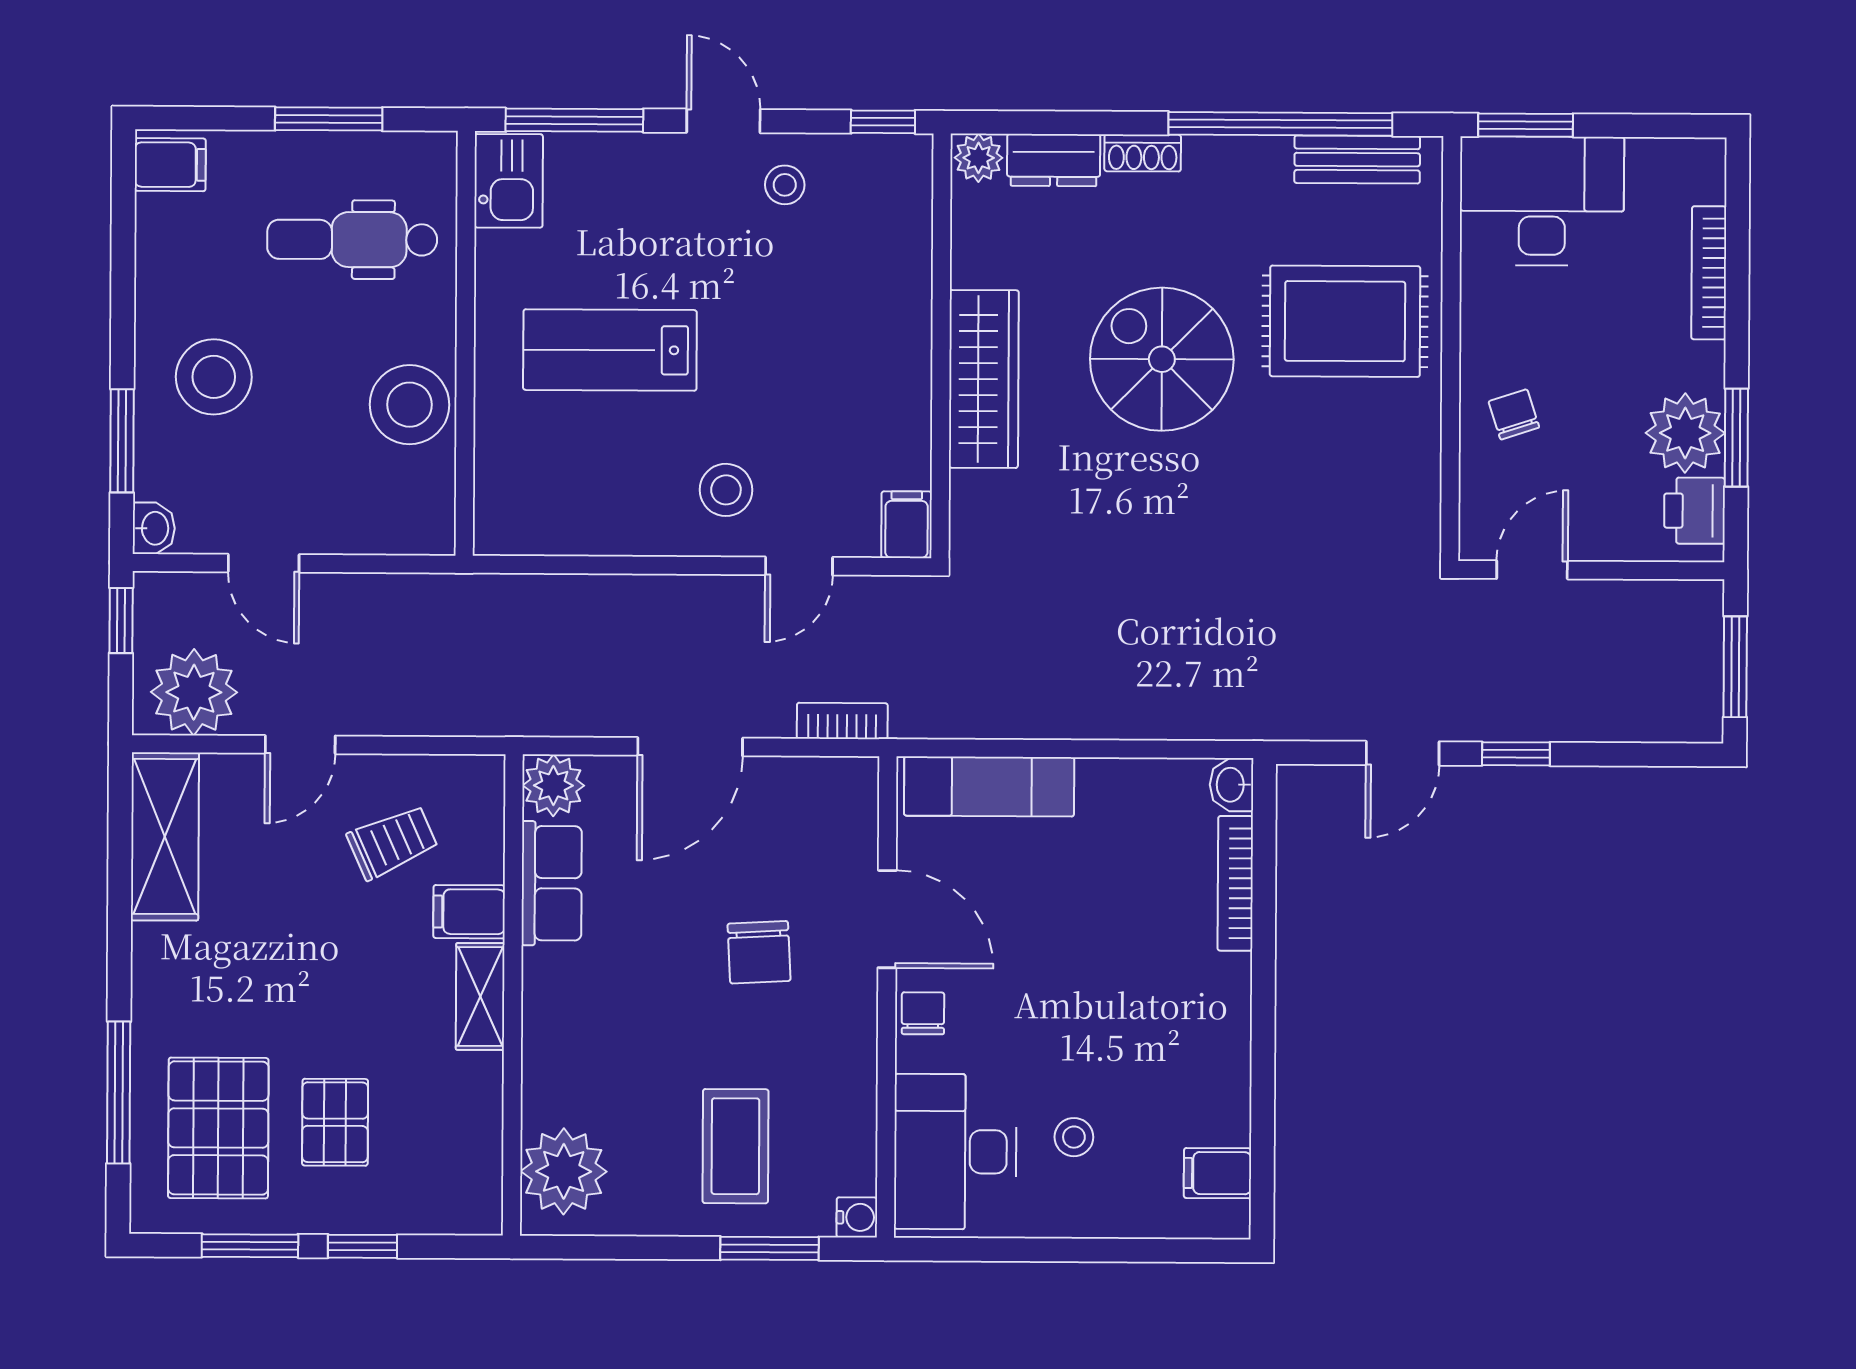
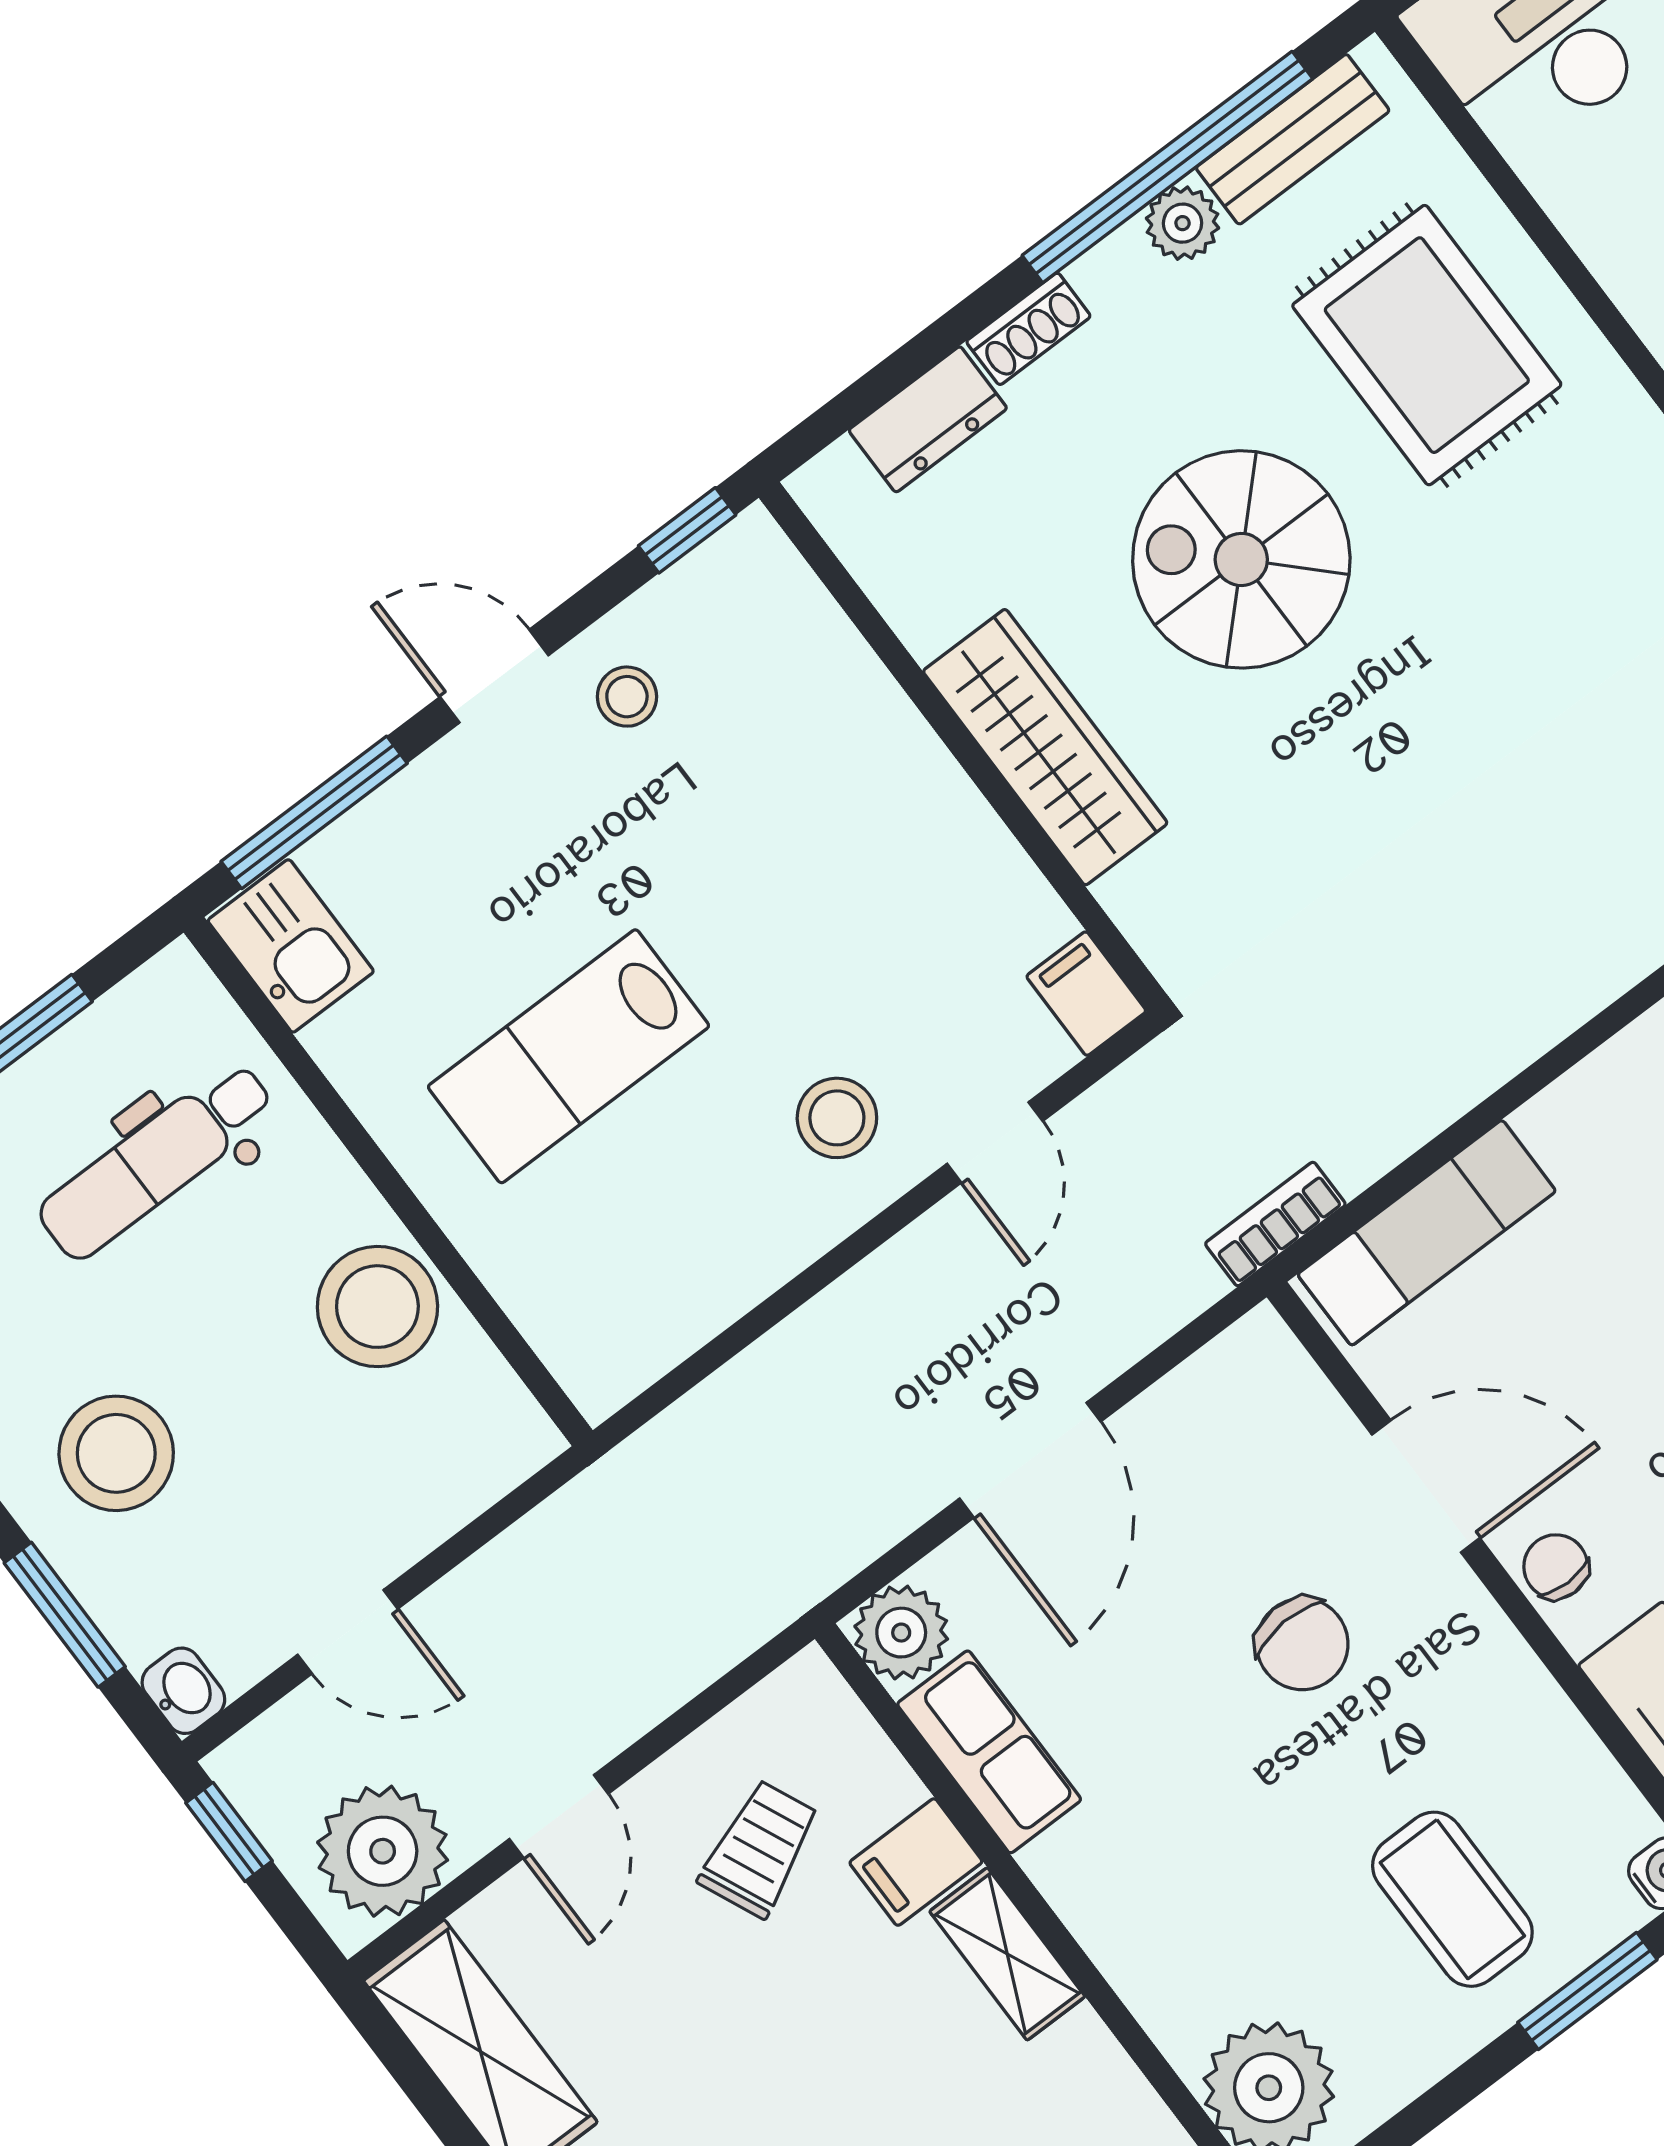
plant: (979, 158) -> (1183, 223), moved
rug: (1345, 321) -> (1427, 345), turned 90
bookcase: (842, 721) -> (1275, 1224), moved

